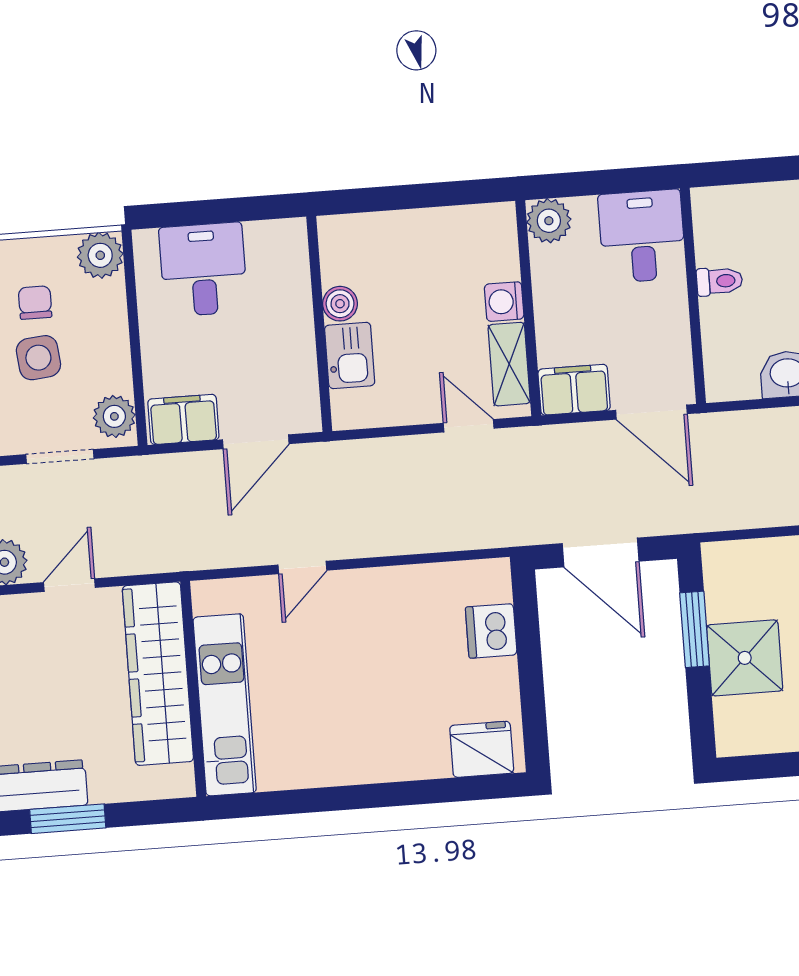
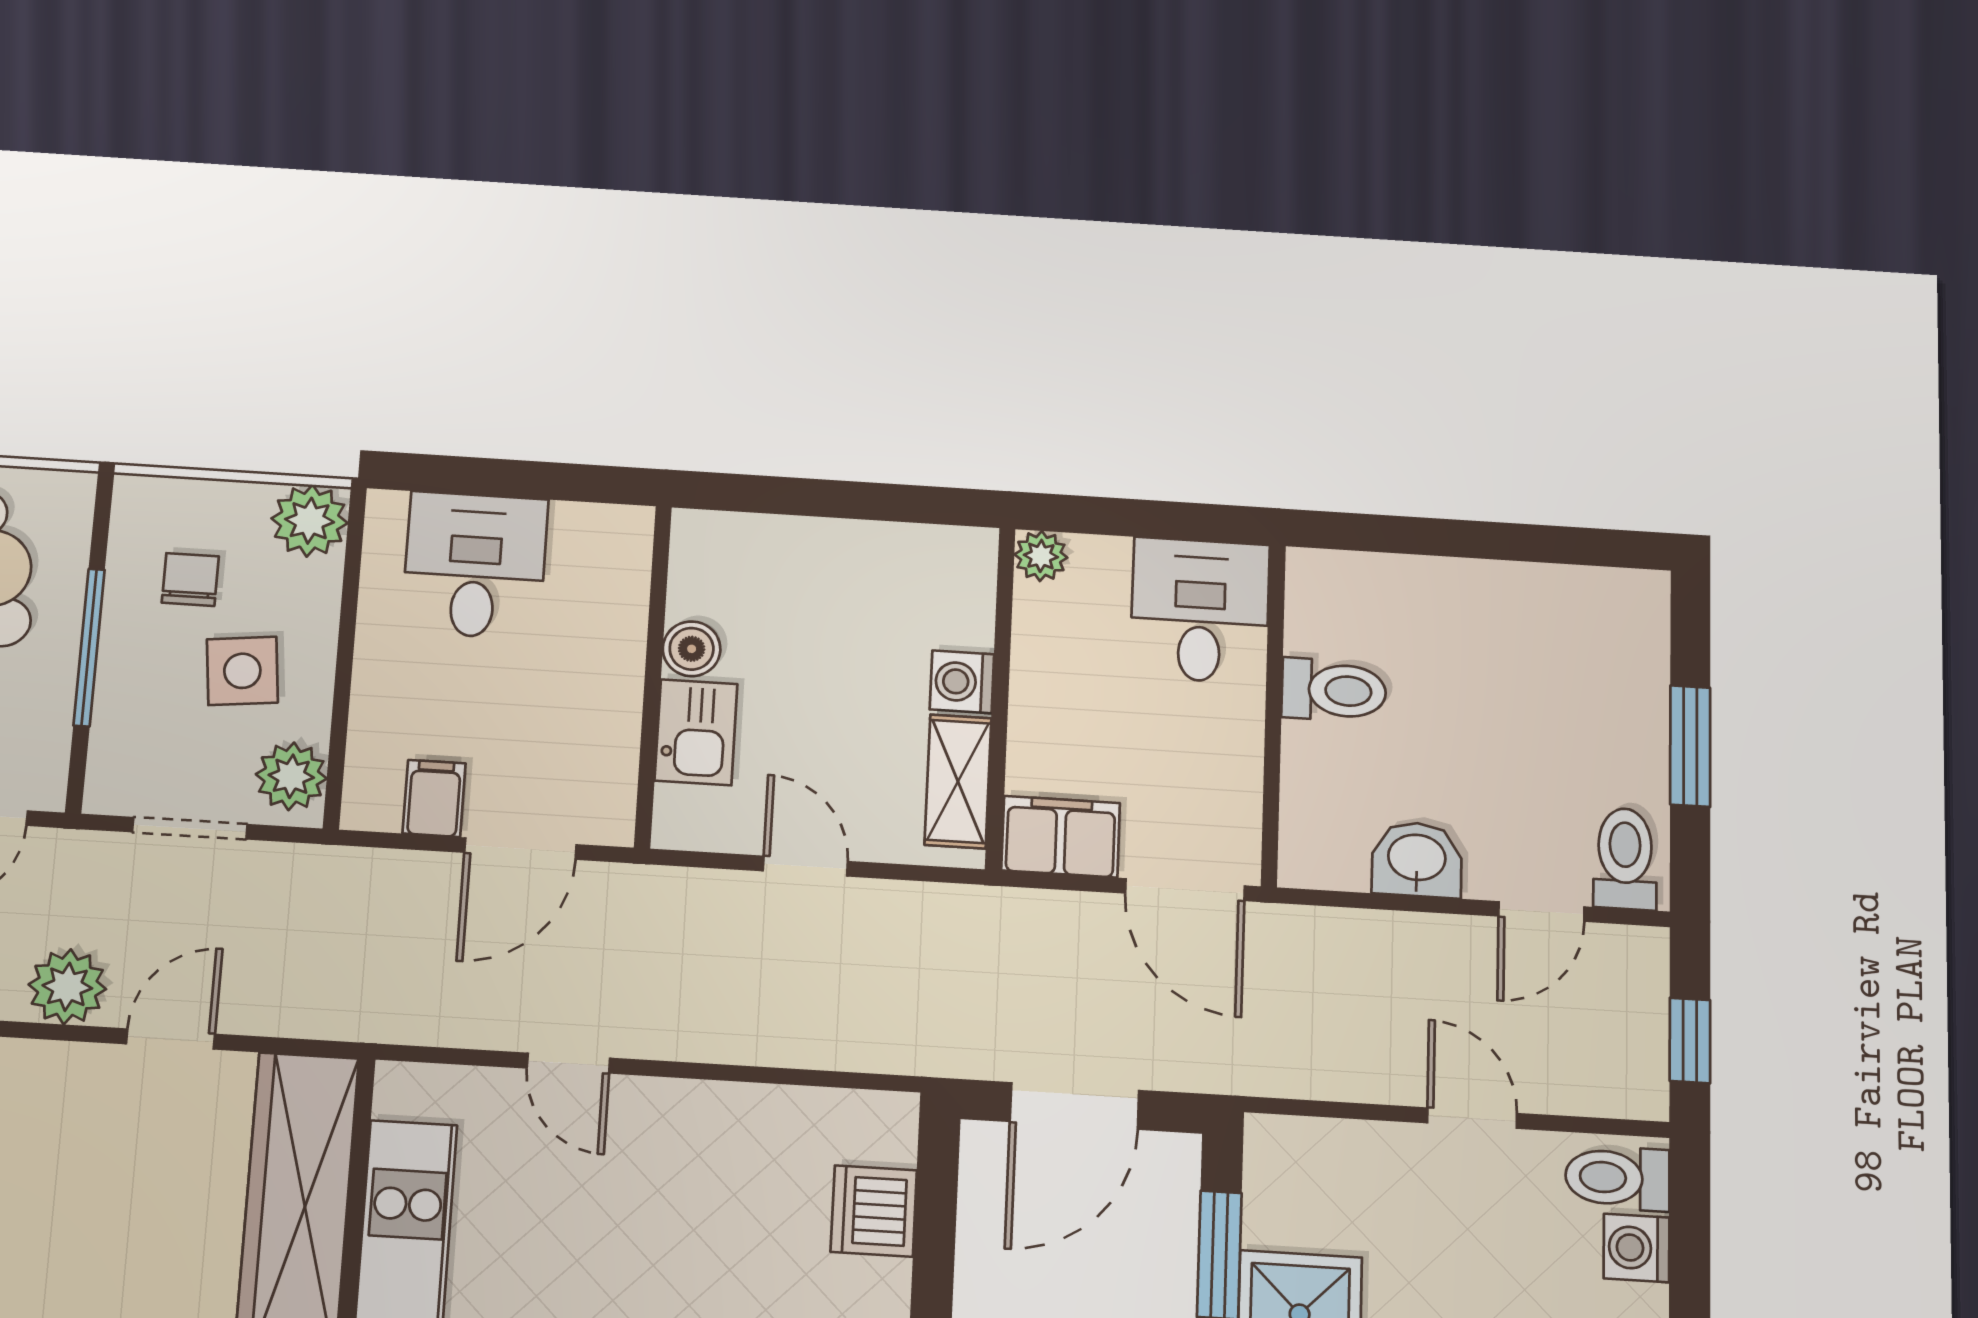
plant: (549, 221) -> (1041, 556), width x0.73, depth x0.73
toilet: (719, 281) -> (1334, 690), width x1.37, depth x1.39
side table: (38, 358) -> (242, 671), moved
filing cabinet: (183, 419) -> (434, 798), width x0.50
door: (469, 426) -> (805, 866), moved
door: (601, 552) -> (1075, 1106), hinge flipped
door: (302, 568) -> (568, 1063), hinge flipped

